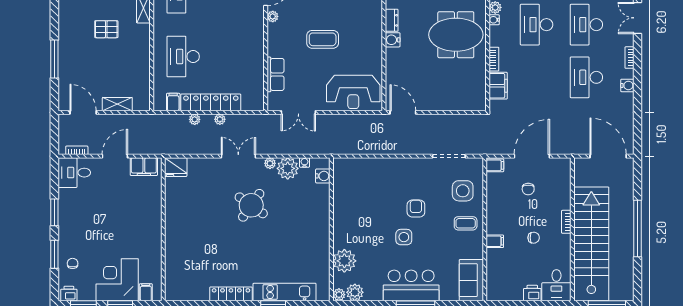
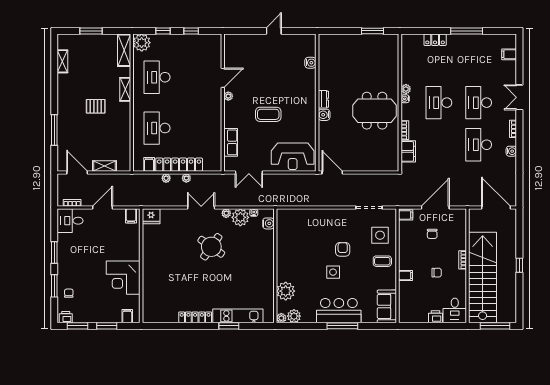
filing cabinet: (144, 167) -> (131, 216), width x0.50
window: (637, 229) -> (519, 265), width x0.32
corner desk: (117, 280) -> (123, 278), moved, turned -90

